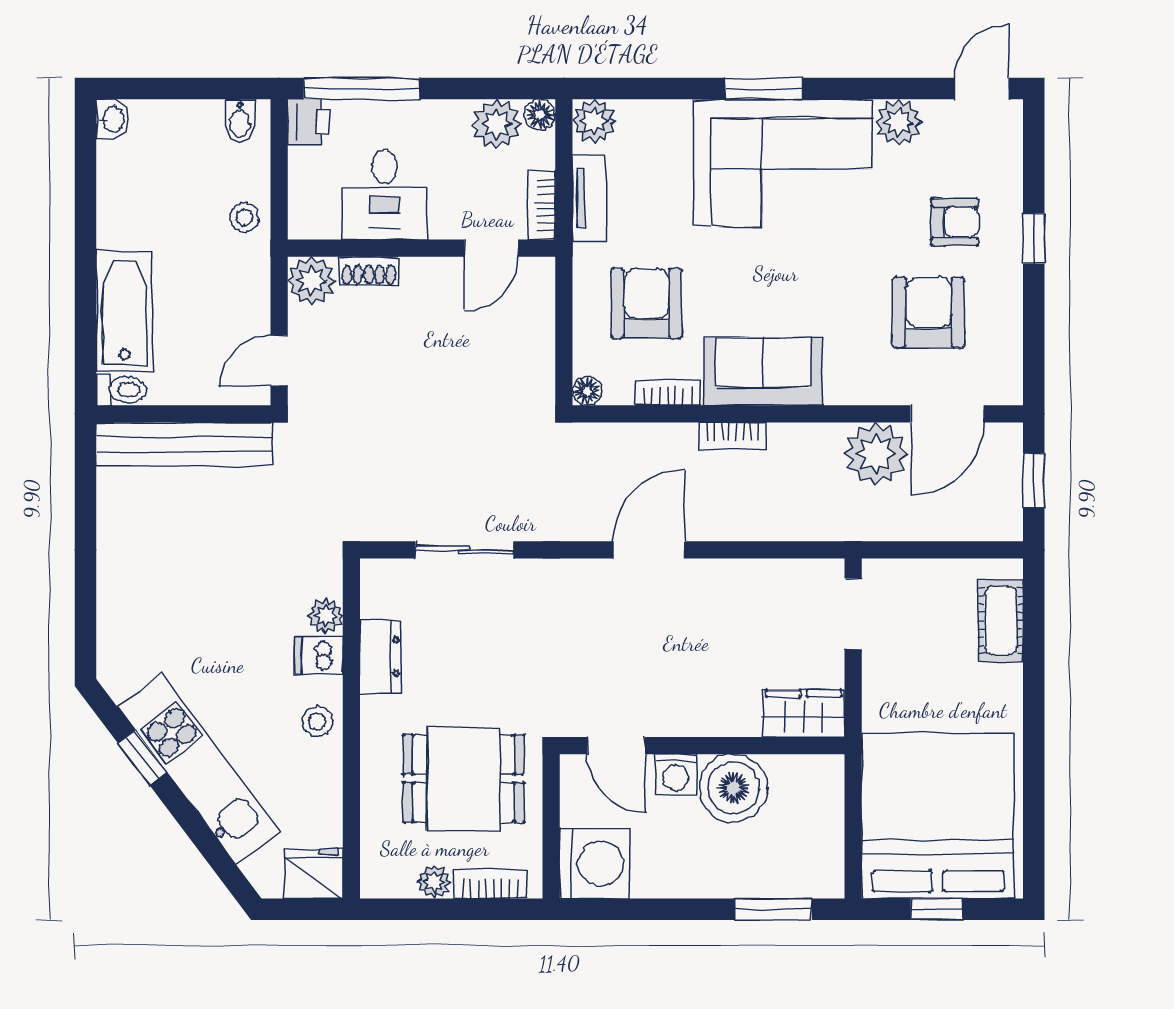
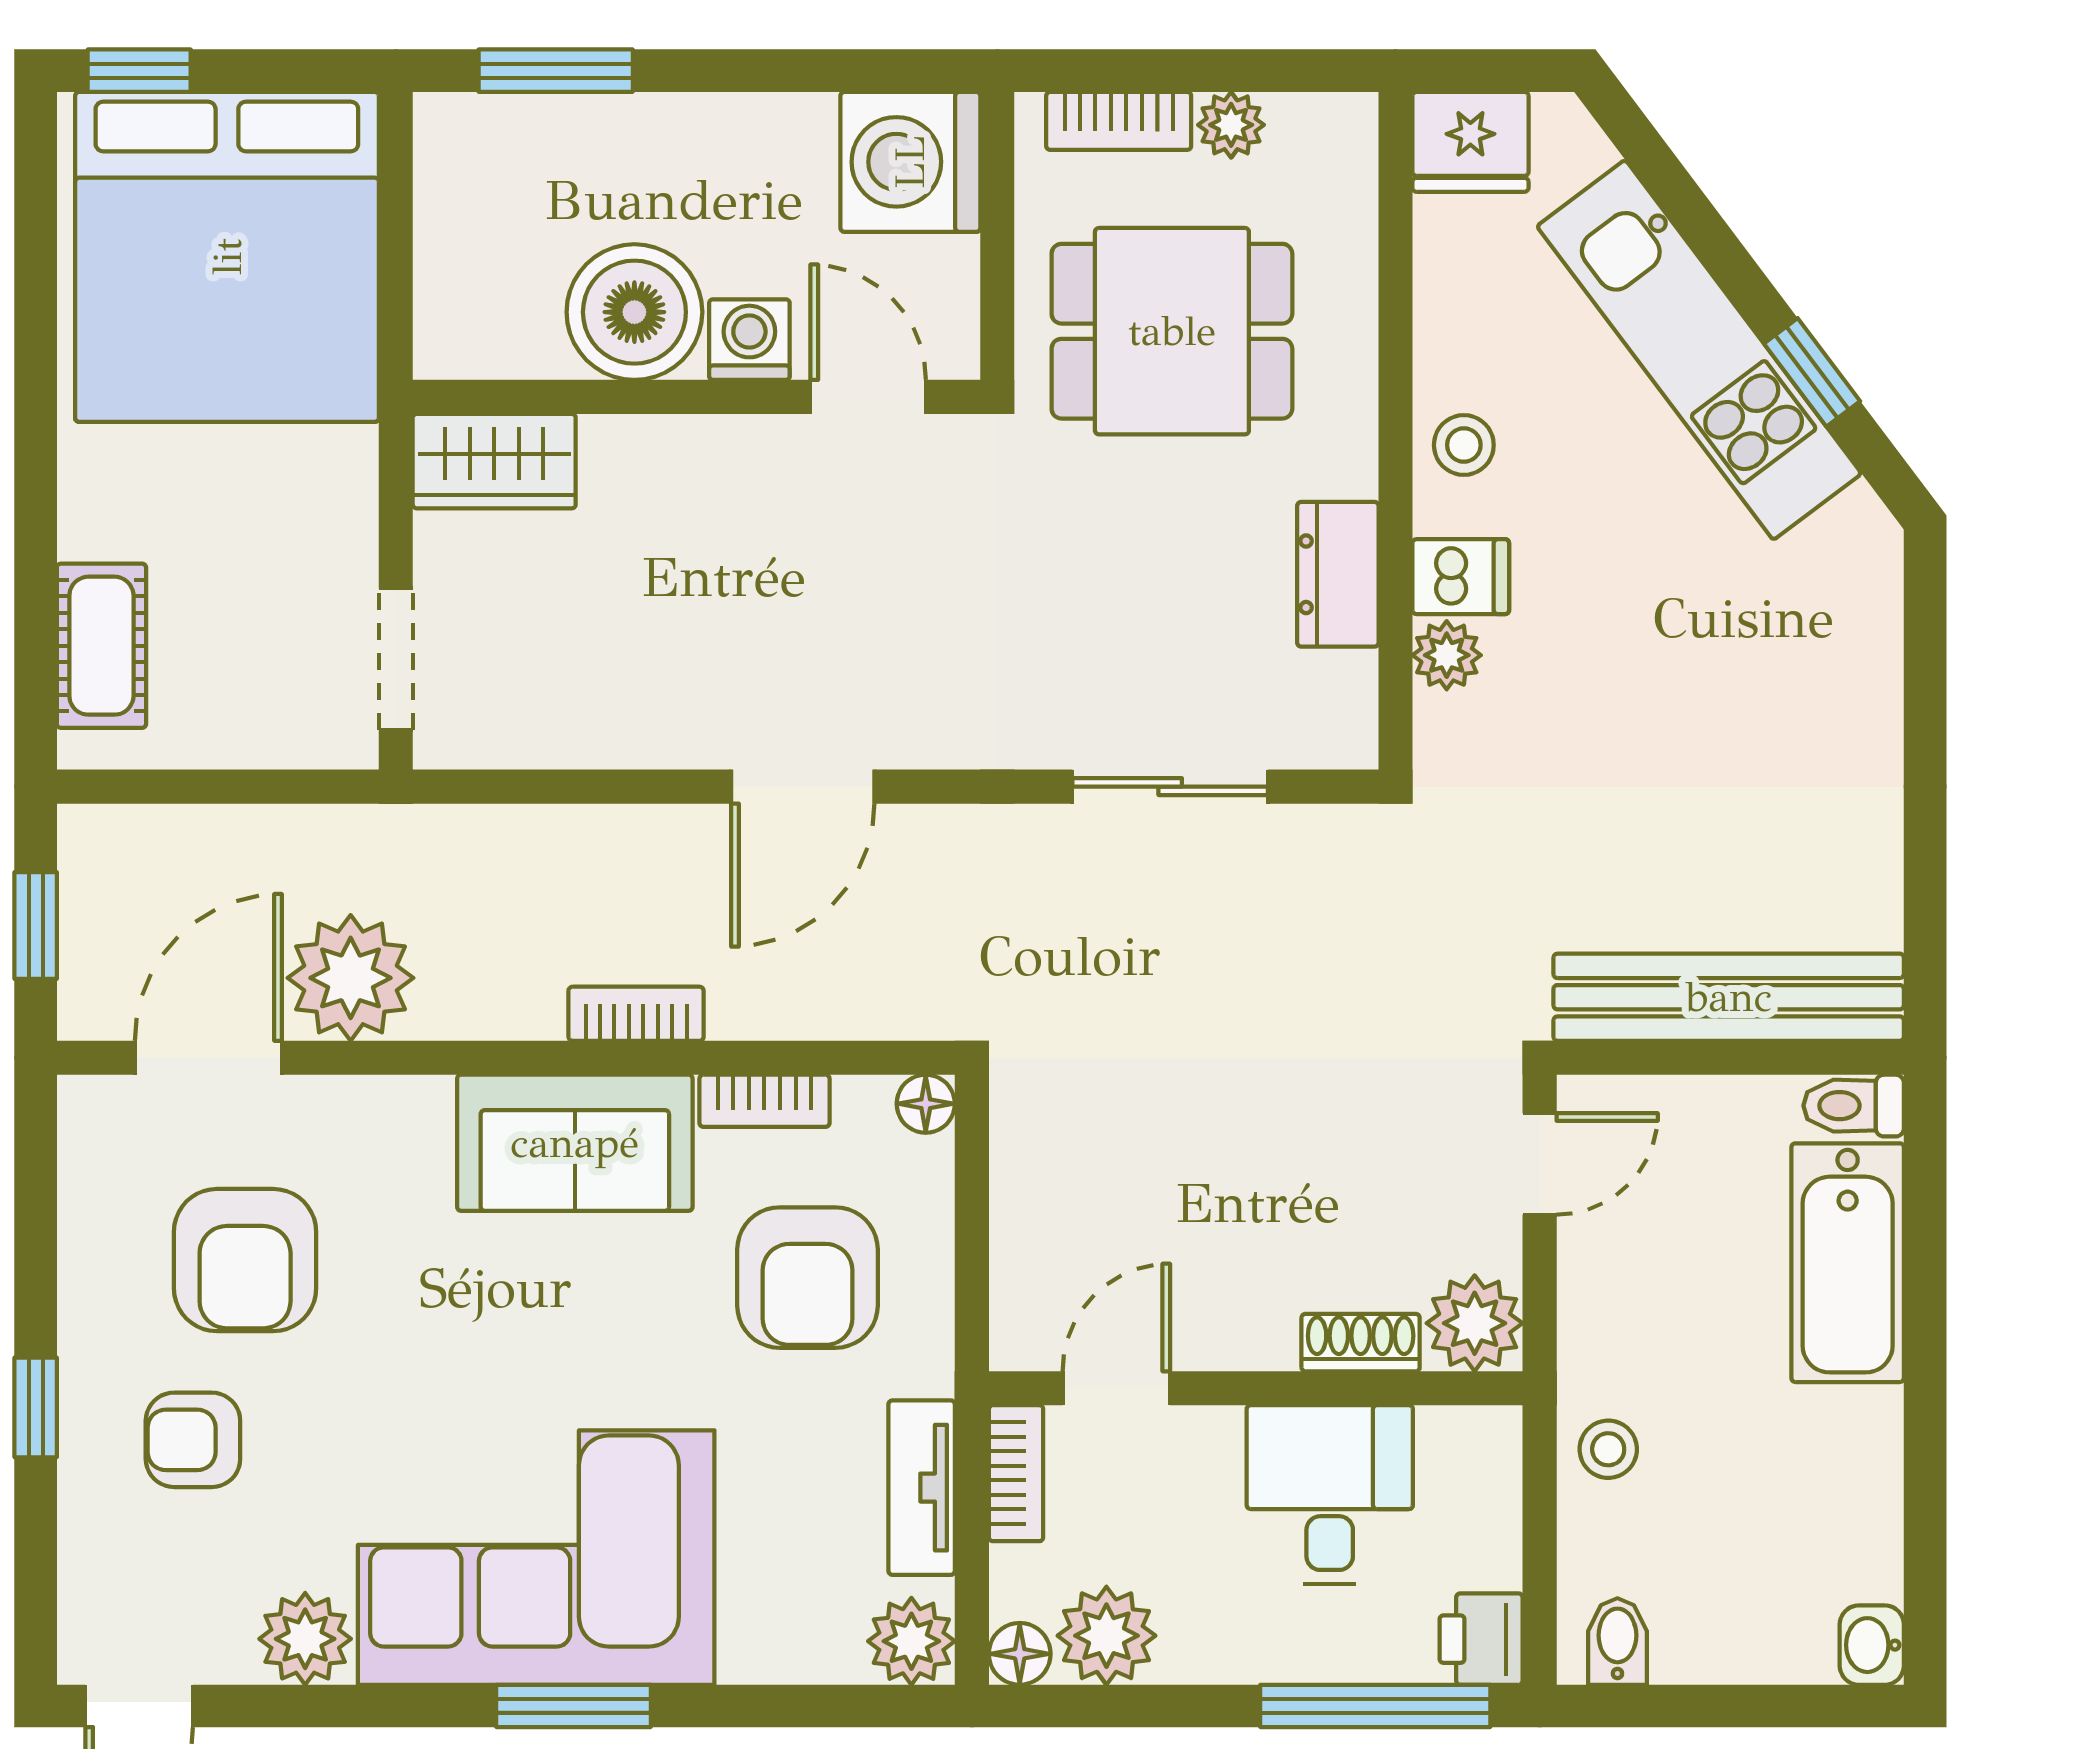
window: (937, 909) -> (139, 71), moved

